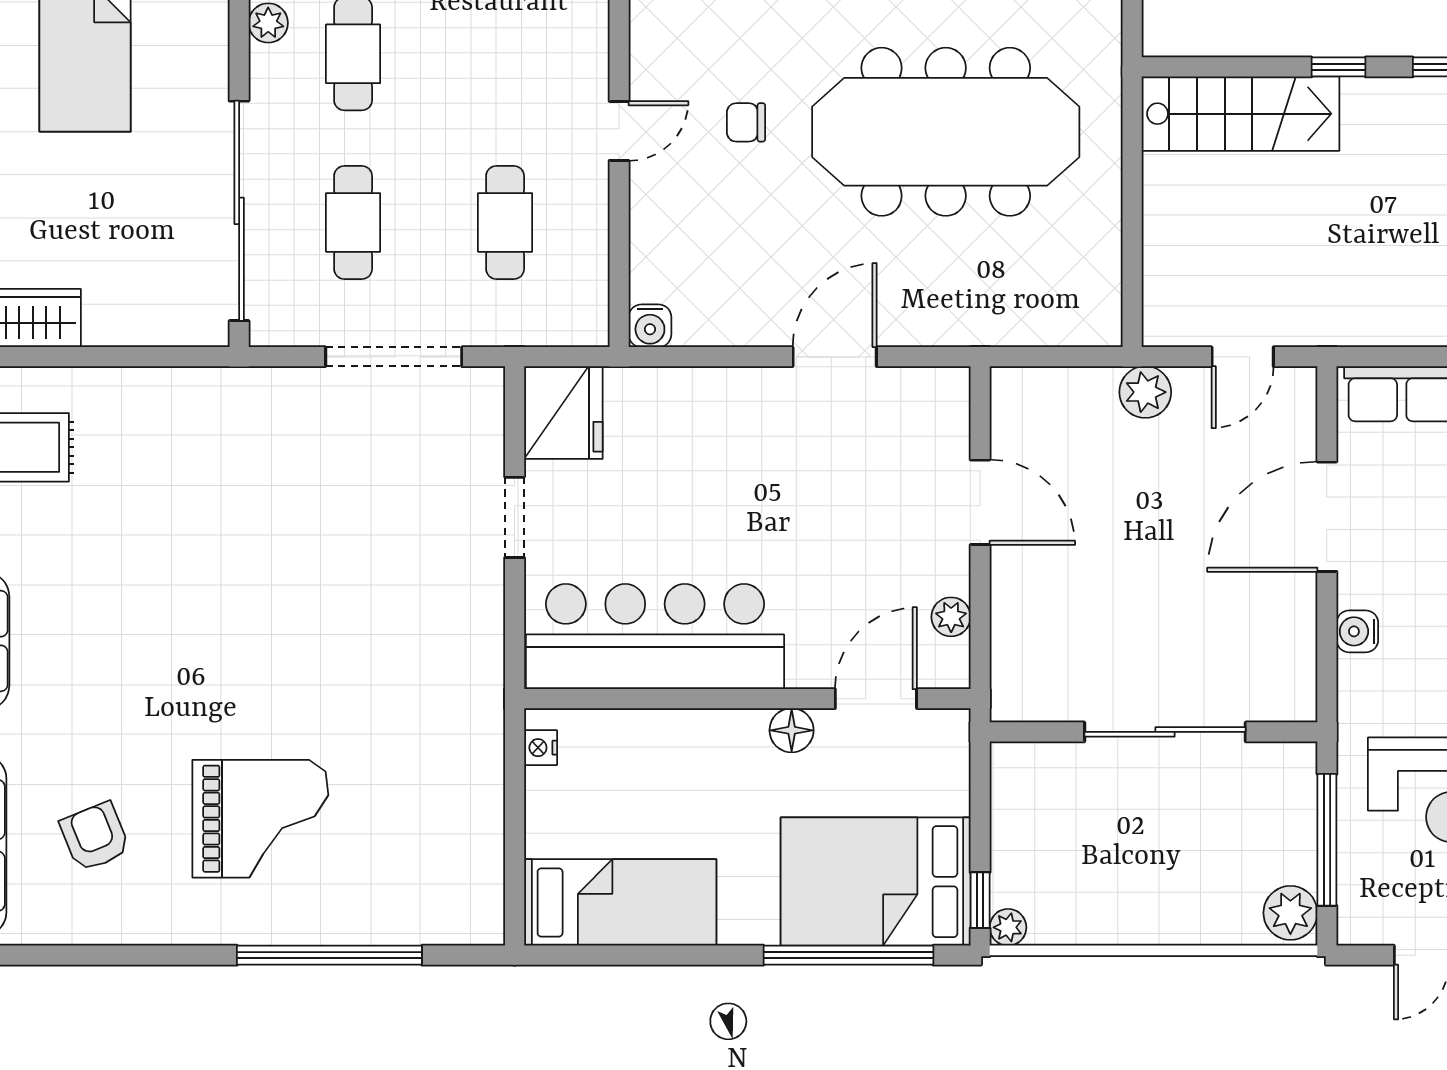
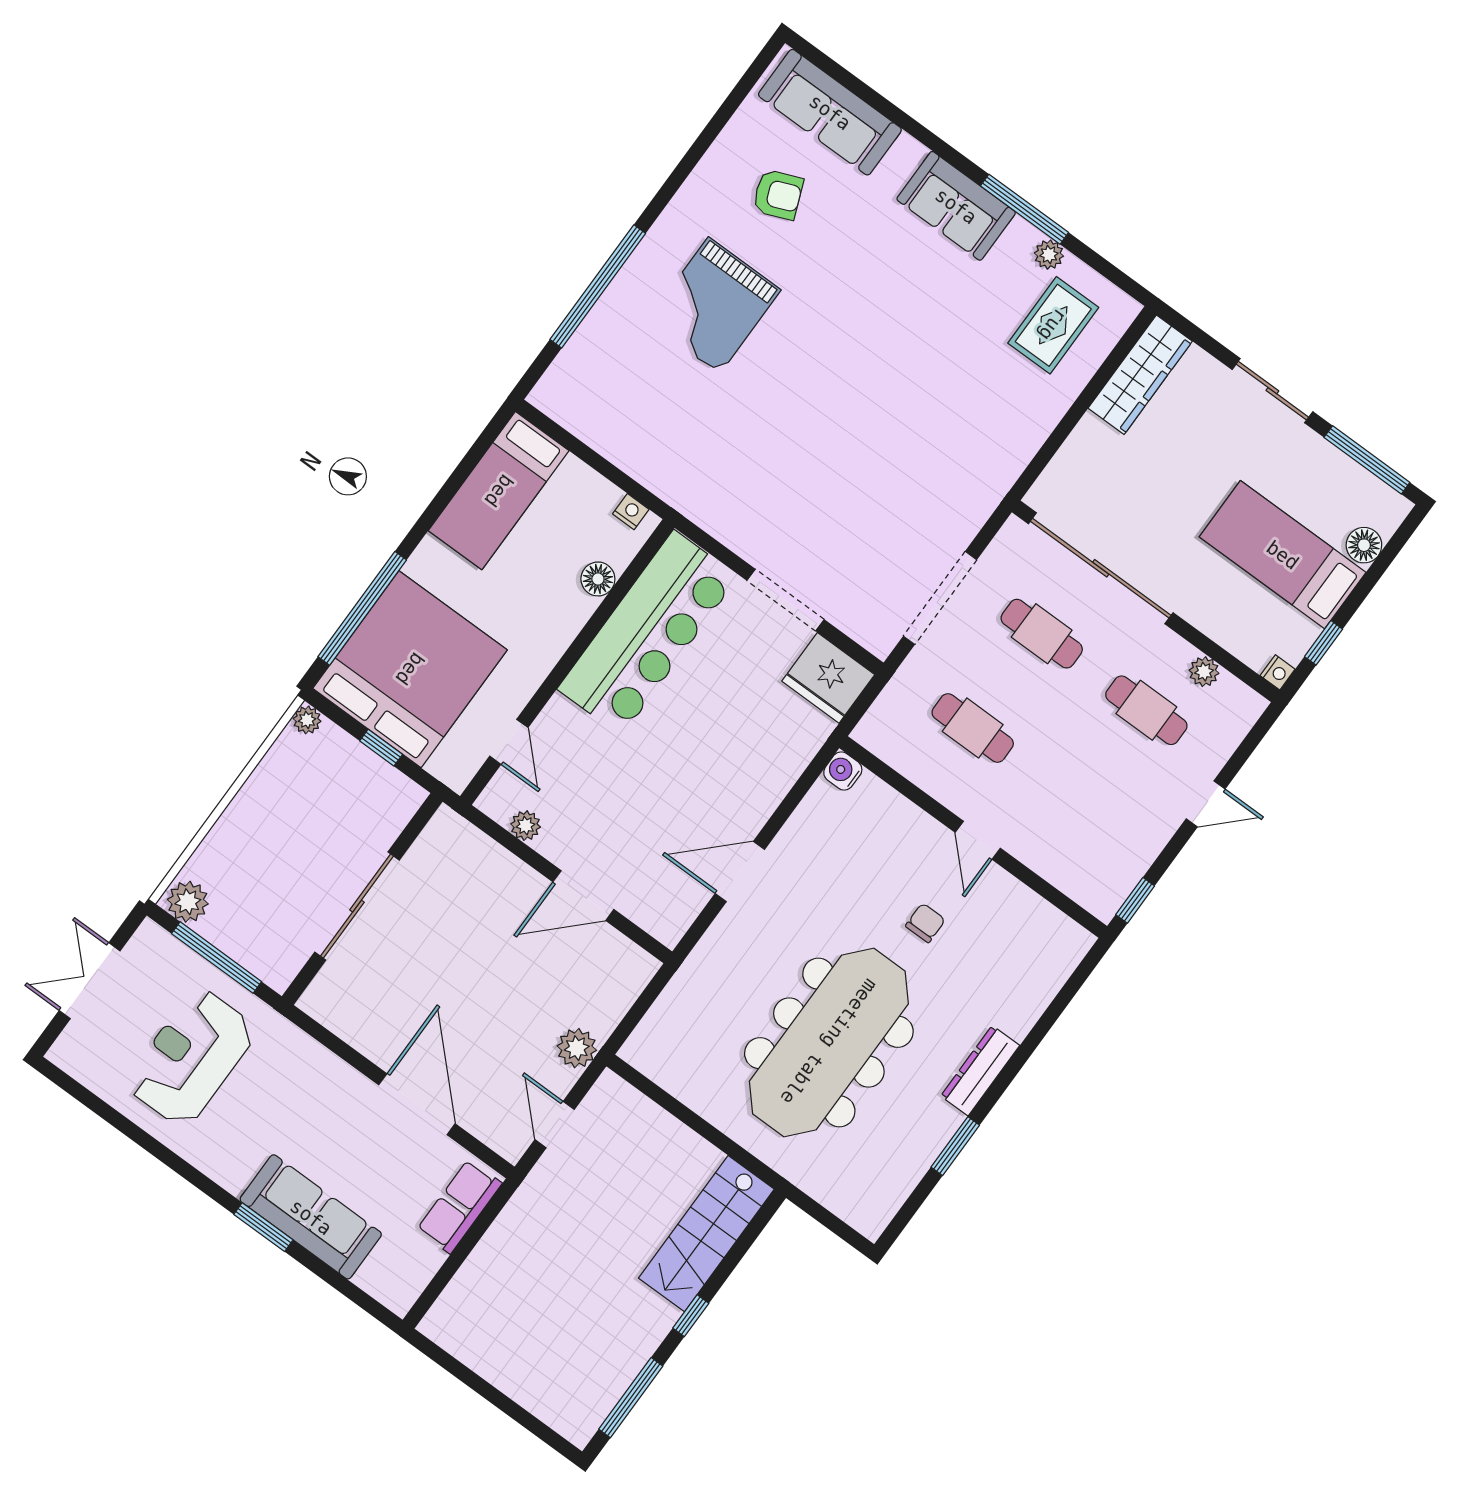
door: (835, 357) -> (740, 871), swing flipped
doorway: (515, 517) -> (785, 600), width x1.38
water cooler: (1357, 631) -> (332, 1071), removed
door: (876, 699) -> (509, 742), width x0.73
floor lamp: (792, 730) -> (598, 579), moved
bed: (876, 882) -> (410, 669), width x1.36
window: (980, 900) -> (381, 748), moved

